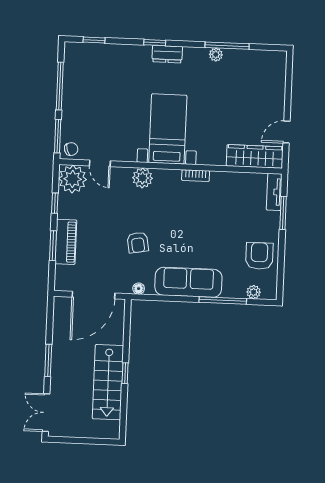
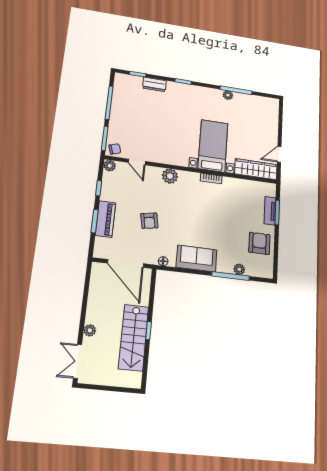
dresser: (167, 54) -> (154, 84), moved
bed with nightstands: (168, 129) -> (213, 146), moved
plant: (73, 179) -> (110, 166), width x0.53, depth x0.53
tv unit: (274, 192) -> (270, 211), moved
armchair: (138, 243) -> (149, 221), moved
sofa: (188, 282) -> (197, 258), width x0.73
plant: (254, 292) -> (239, 269), moved
door: (93, 295) -> (126, 263), hinge flipped
window: (48, 360) -> (83, 315), removed
plant: (57, 377) -> (90, 330), added

